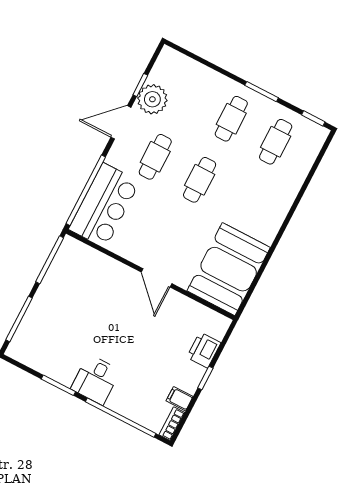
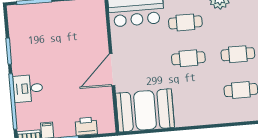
door: (157, 278) -> (112, 70), width x1.36
desk: (96, 380) -> (28, 88), moved

